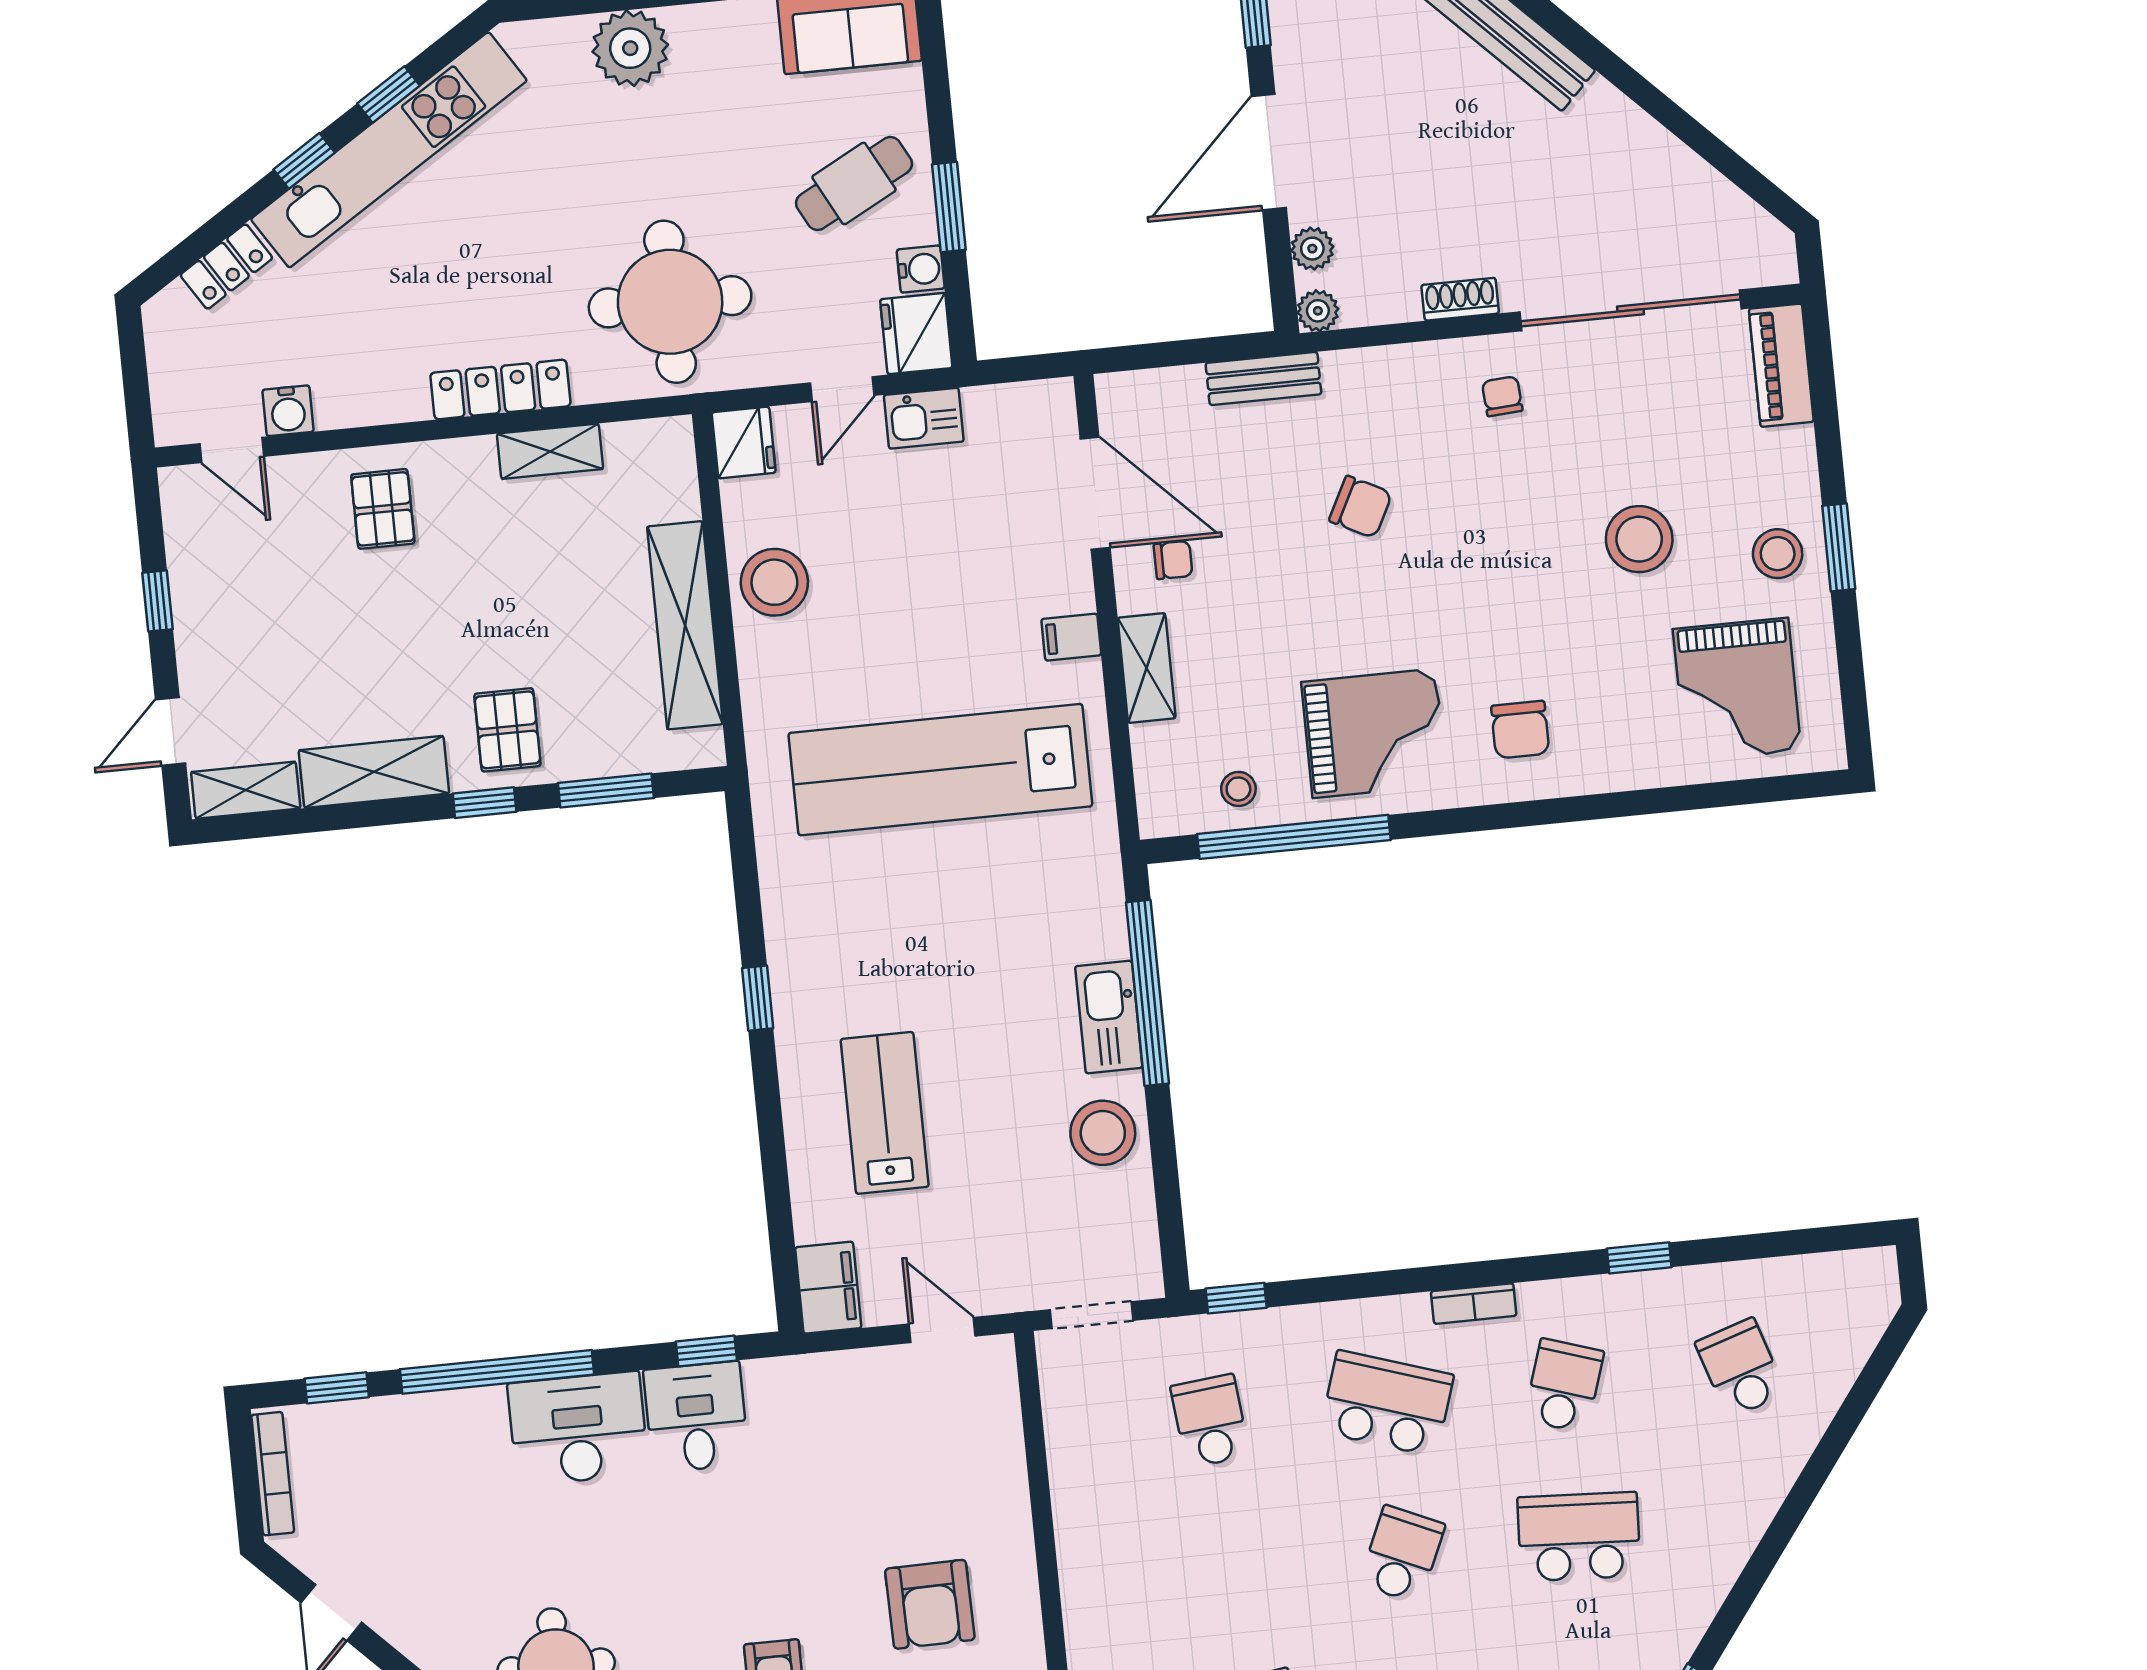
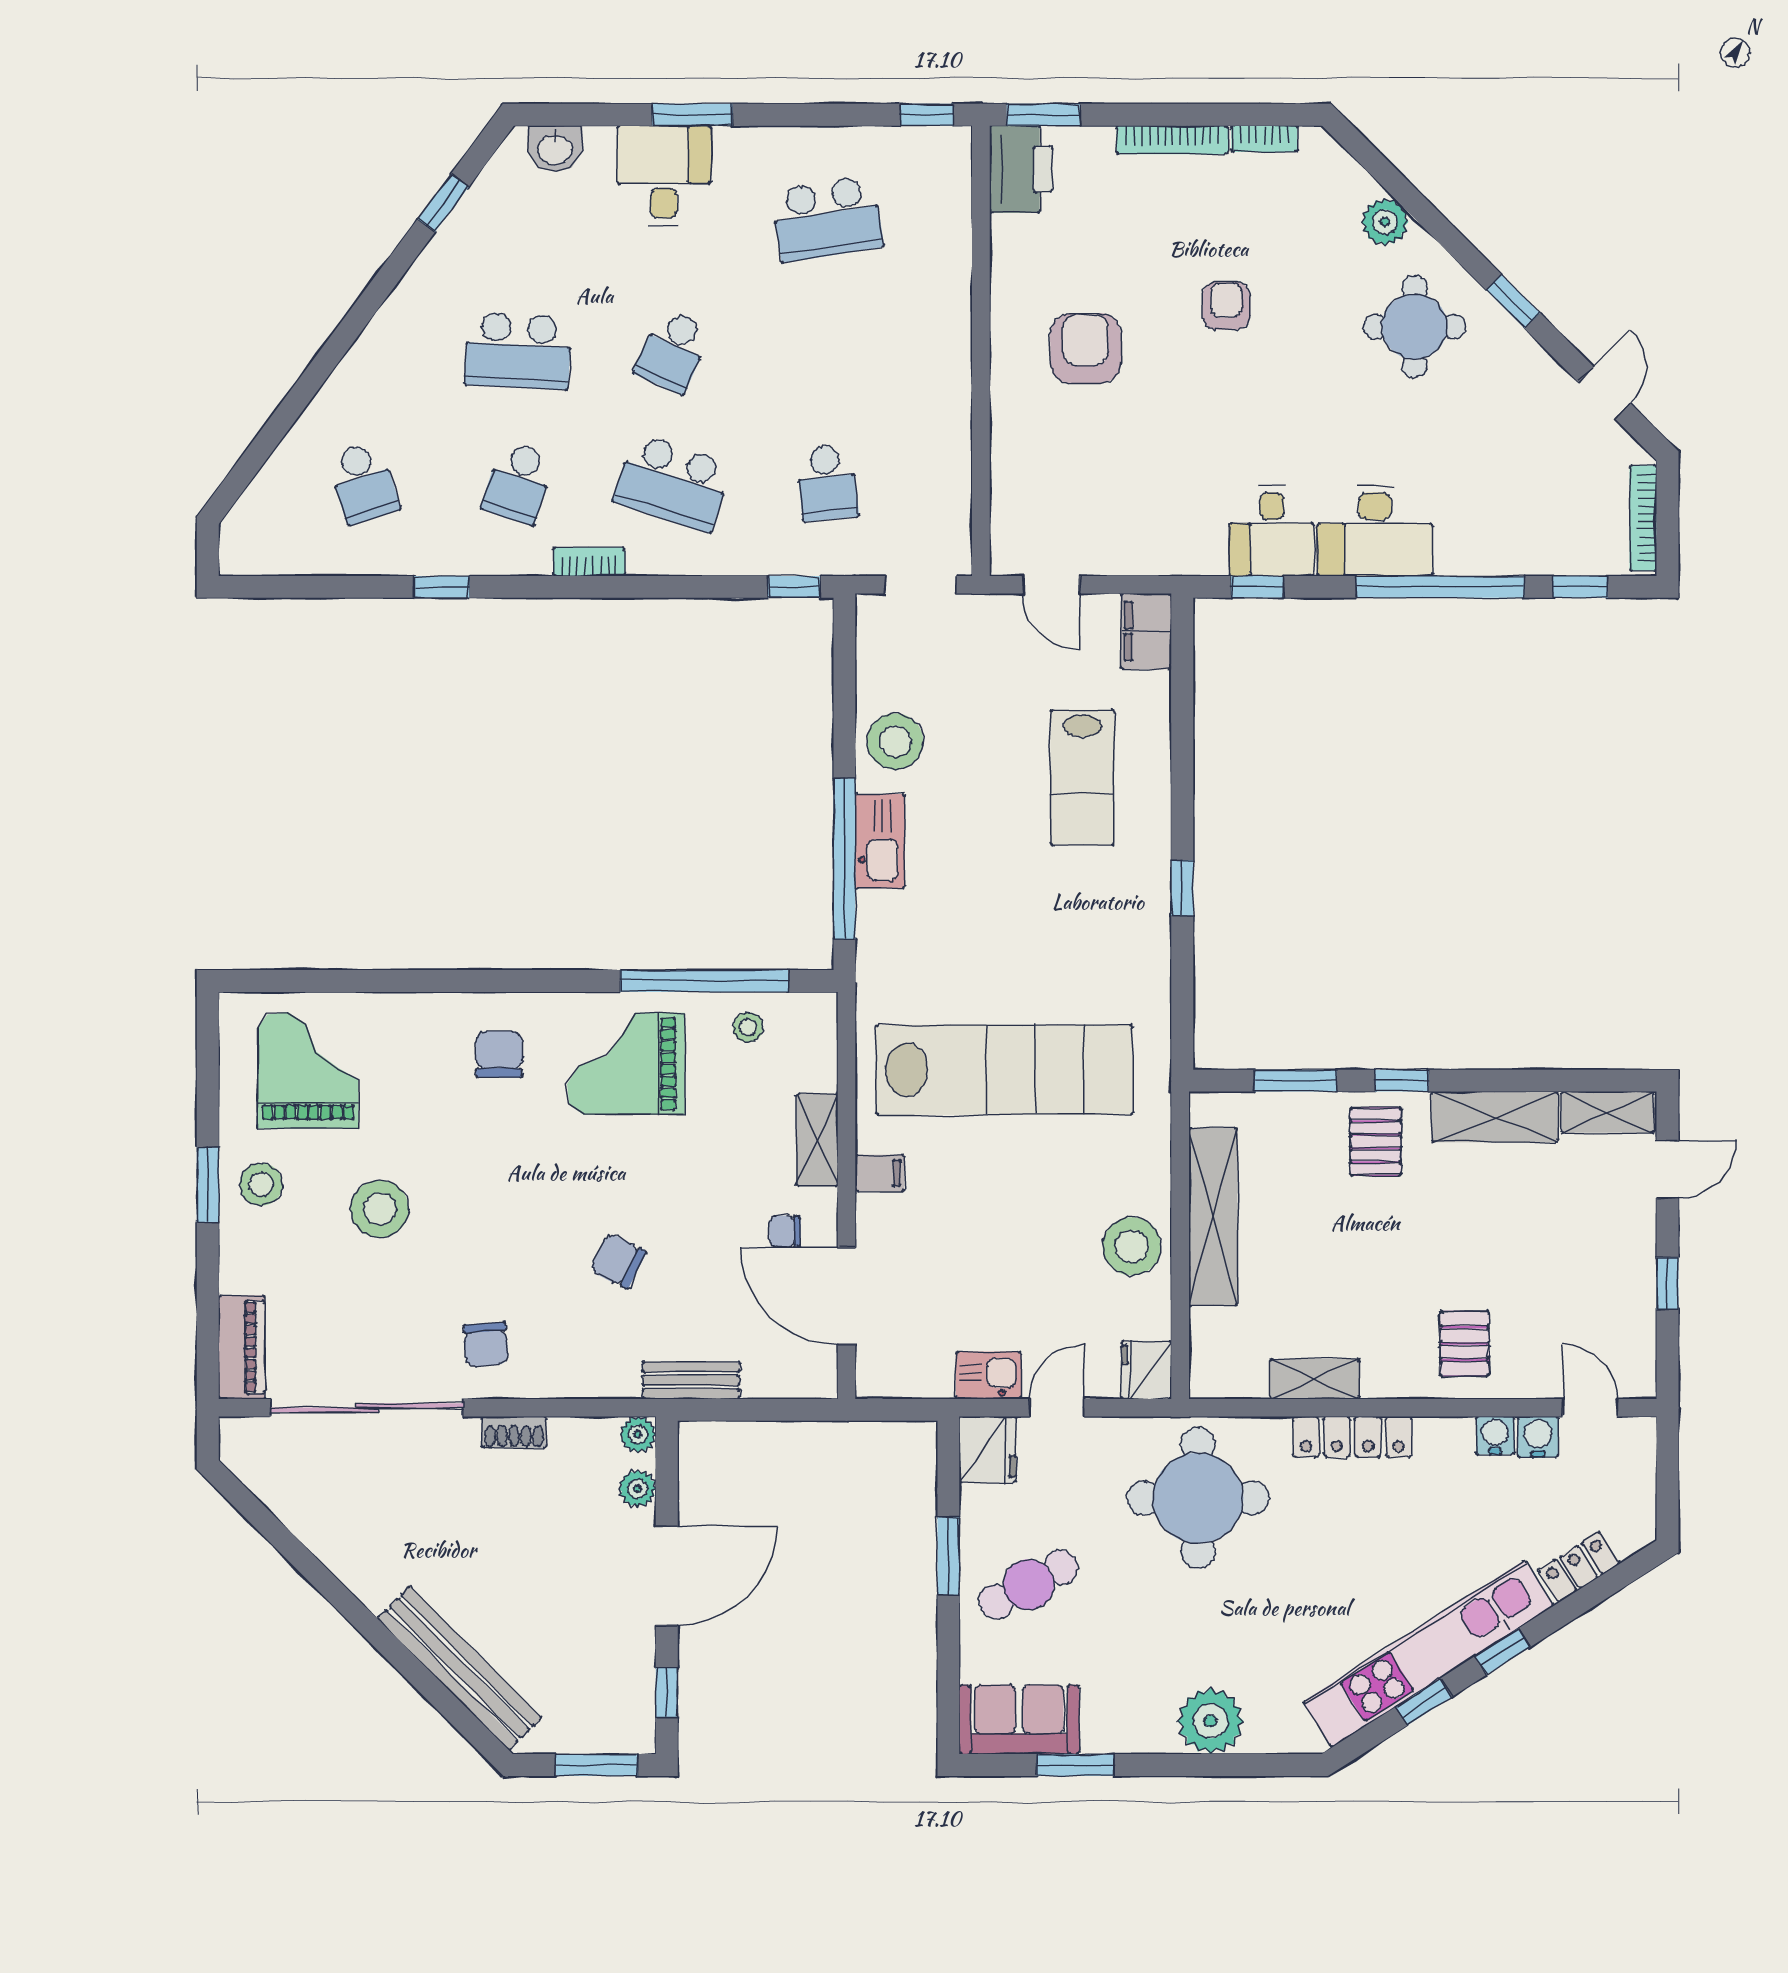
water cooler: (921, 269) -> (1495, 1435), moved, turned 90
chair: (1502, 396) -> (486, 1344), width x1.37, depth x1.37

